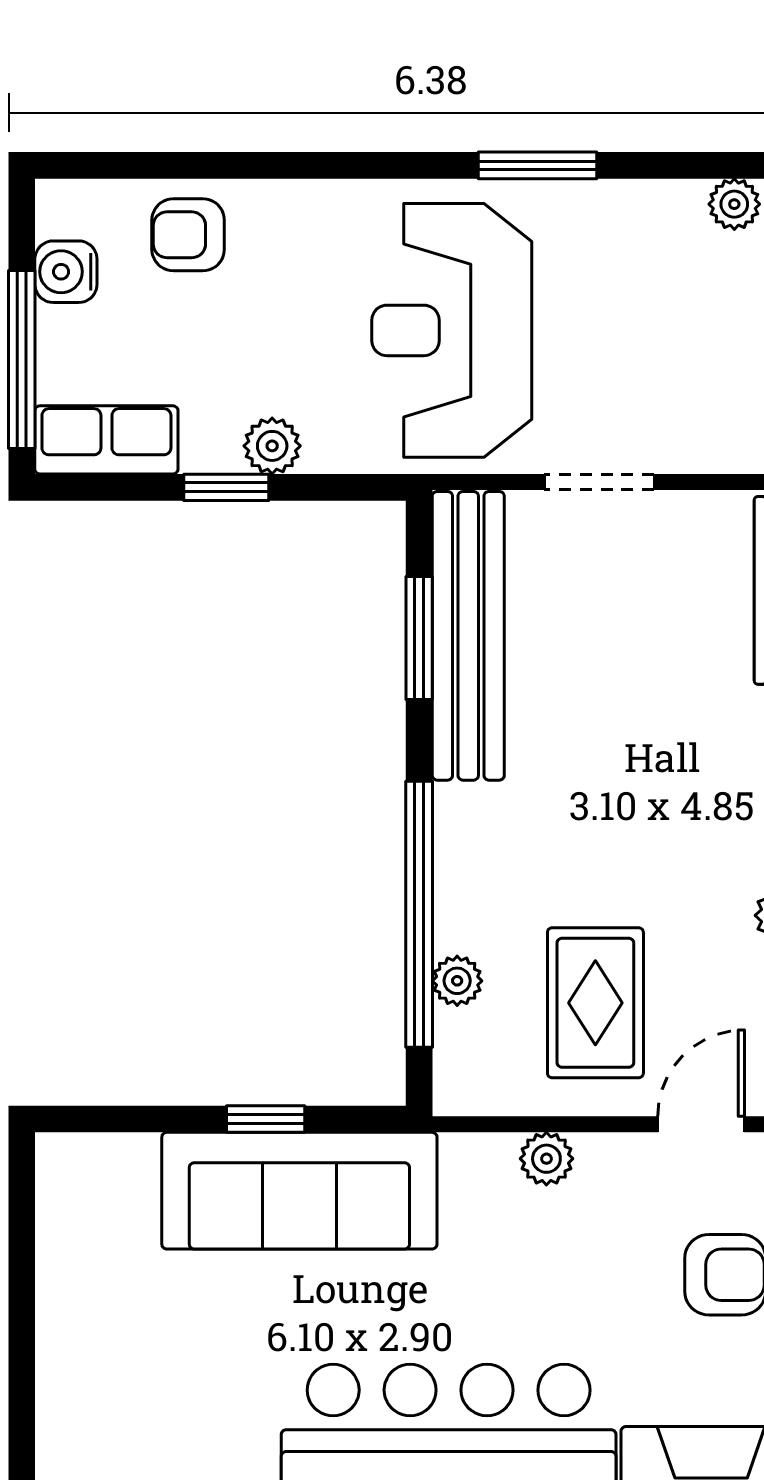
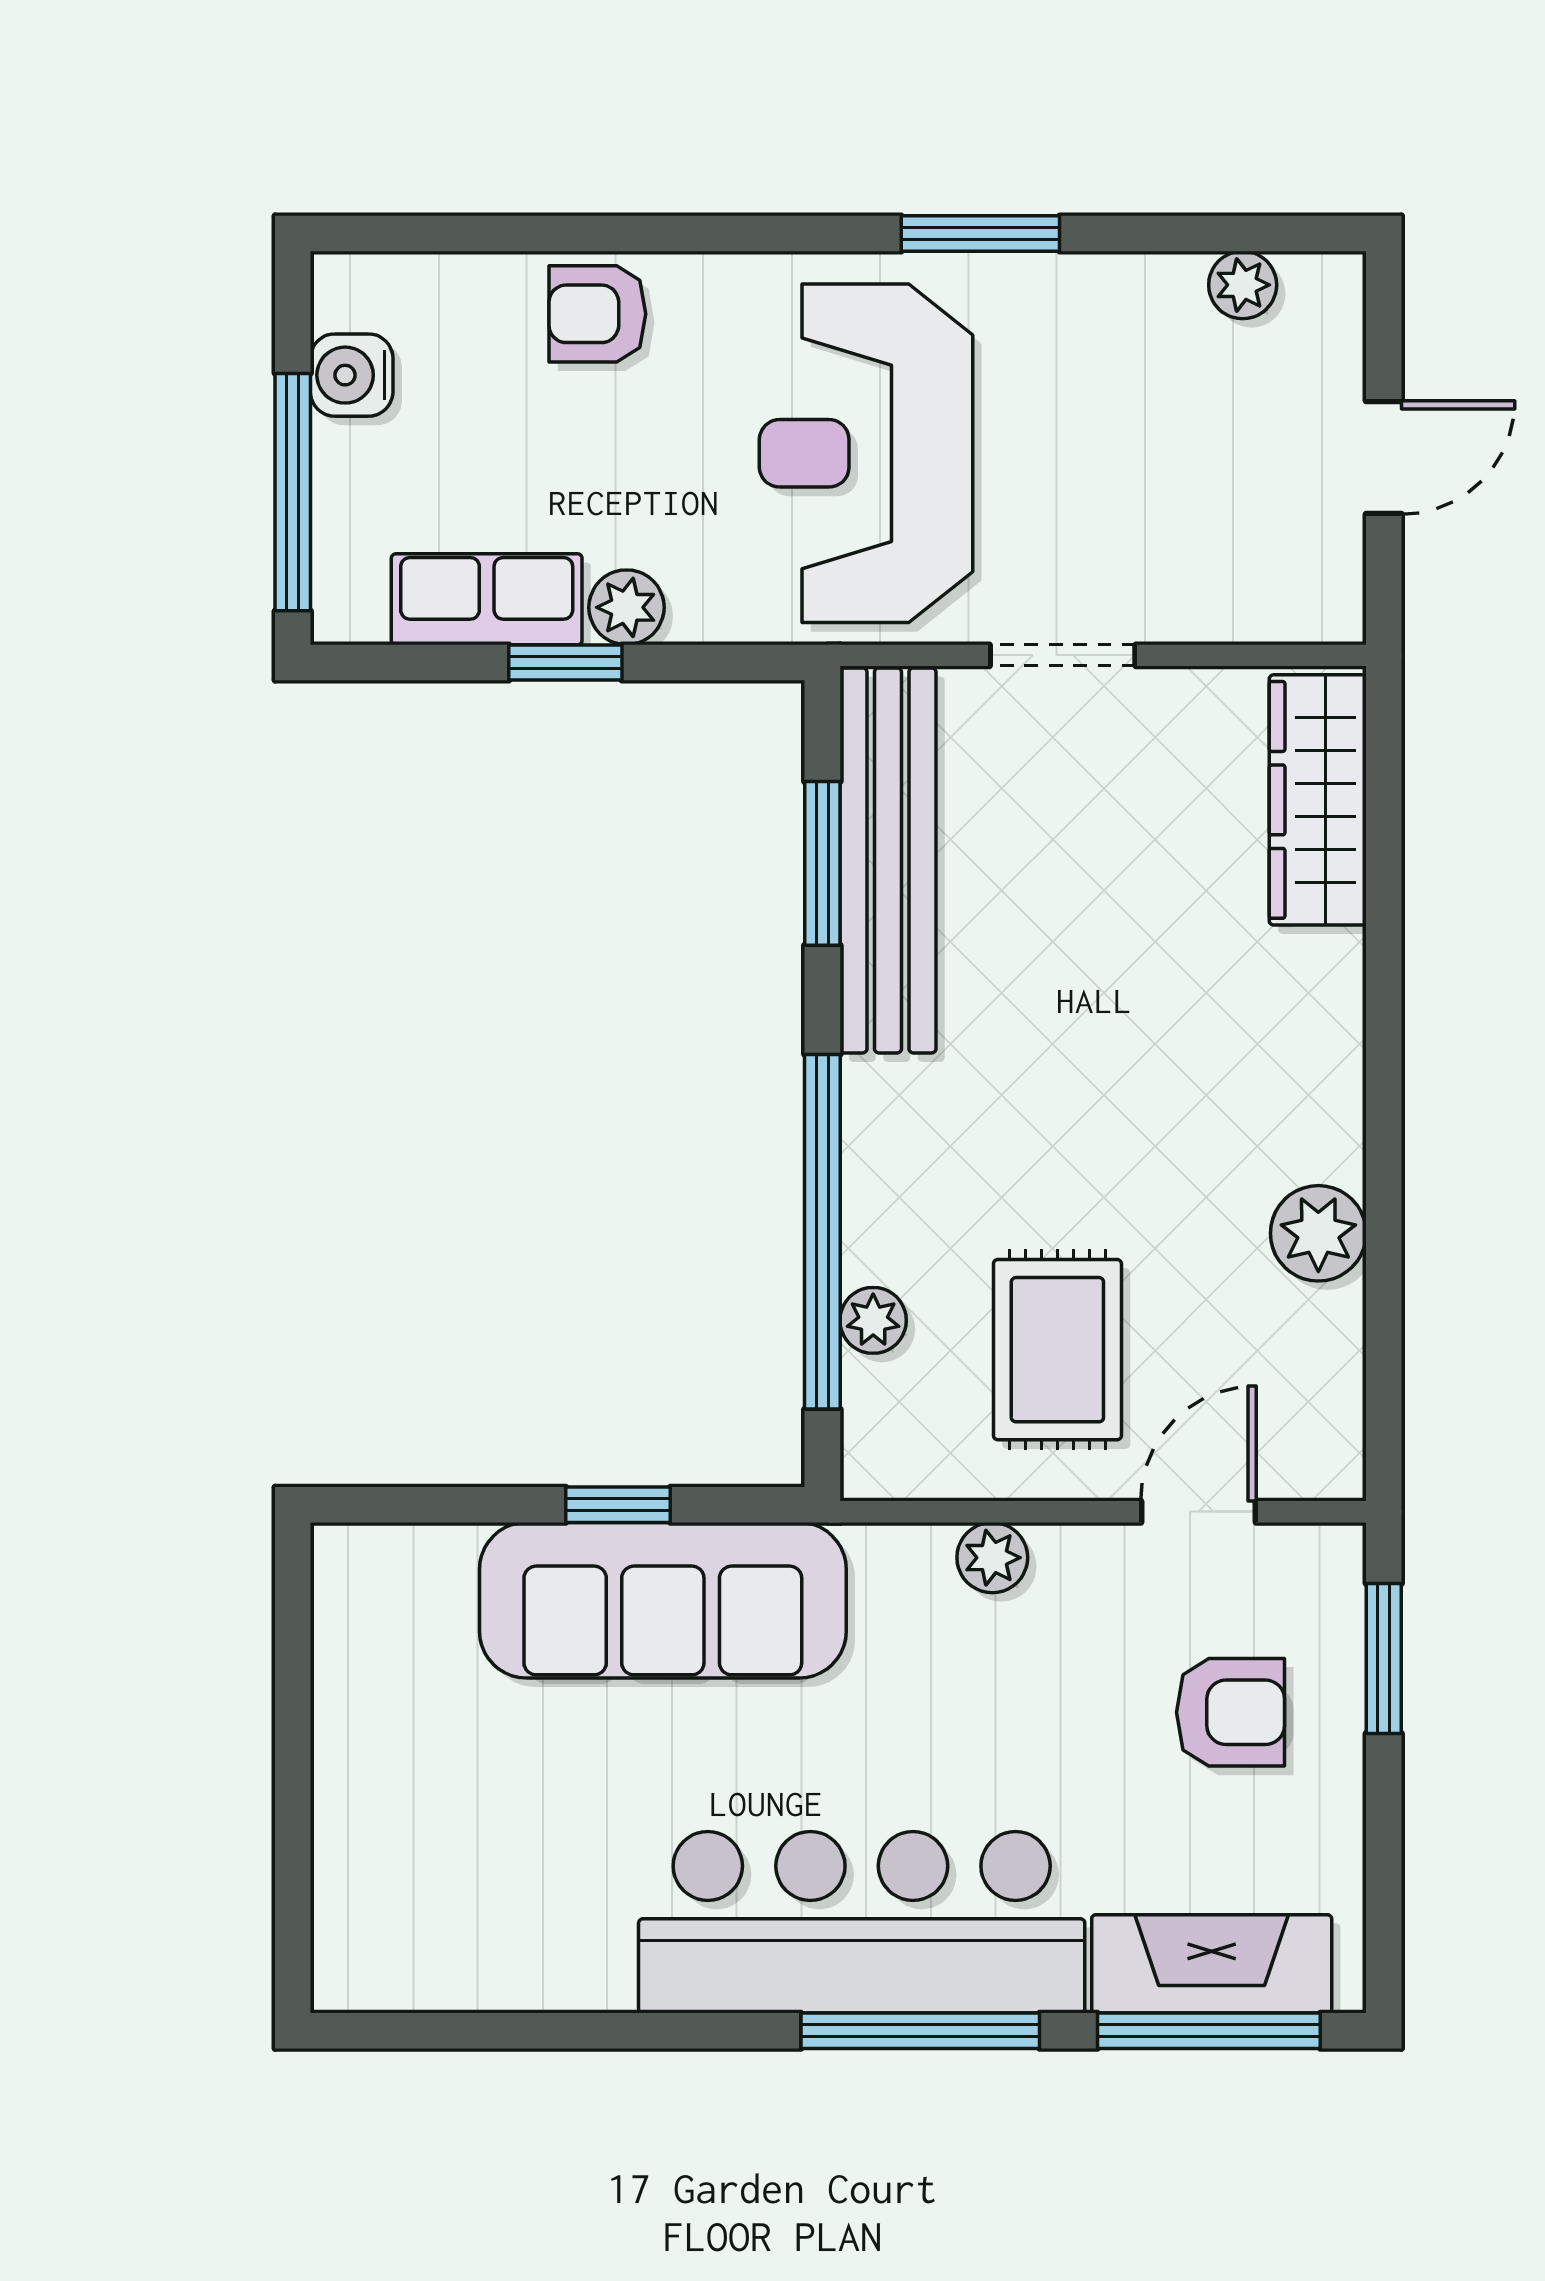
armchair: (188, 235) -> (597, 314), moved
row of seats: (106, 440) -> (487, 599), moved

